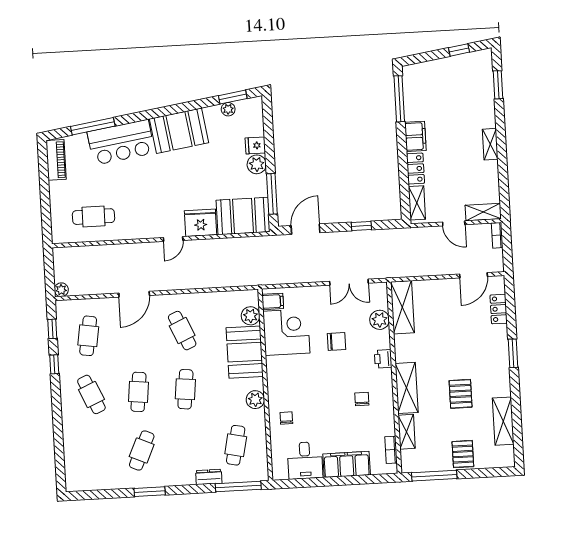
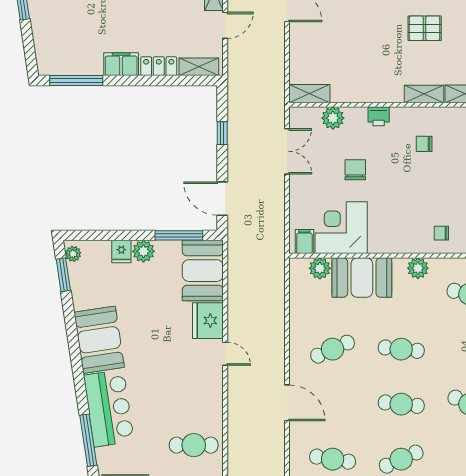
plant: (228, 109) -> (73, 254), moved
cafe table: (94, 217) -> (194, 445), turned 90
shelving: (402, 307) -> (309, 94), width x0.67, depth x0.75
shelving: (407, 388) -> (424, 94), width x0.67, depth x0.75

